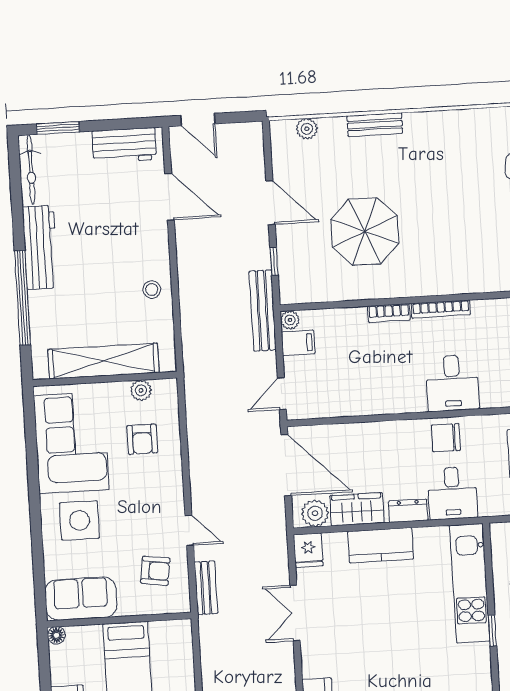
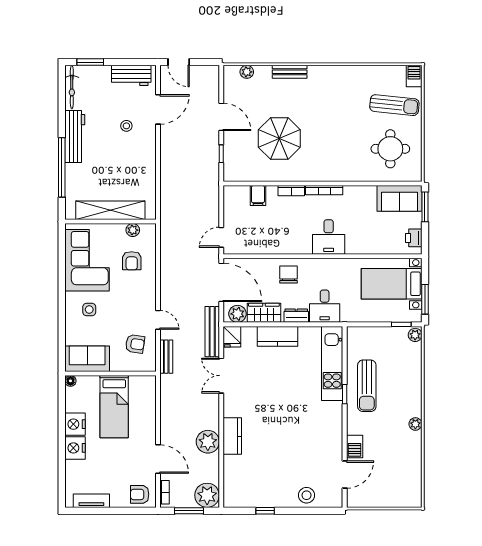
door: (170, 197) -> (158, 109), hinge flipped
stool: (152, 289) -> (126, 126), moved
bench: (263, 311) -> (212, 332), moved
plant: (290, 320) -> (229, 191), removed
filing cabinet: (298, 343) -> (258, 196), moved, turned 90
chair: (446, 438) -> (289, 275), moved, turned 90
side table: (79, 520) -> (89, 310), width x0.54, depth x0.54

